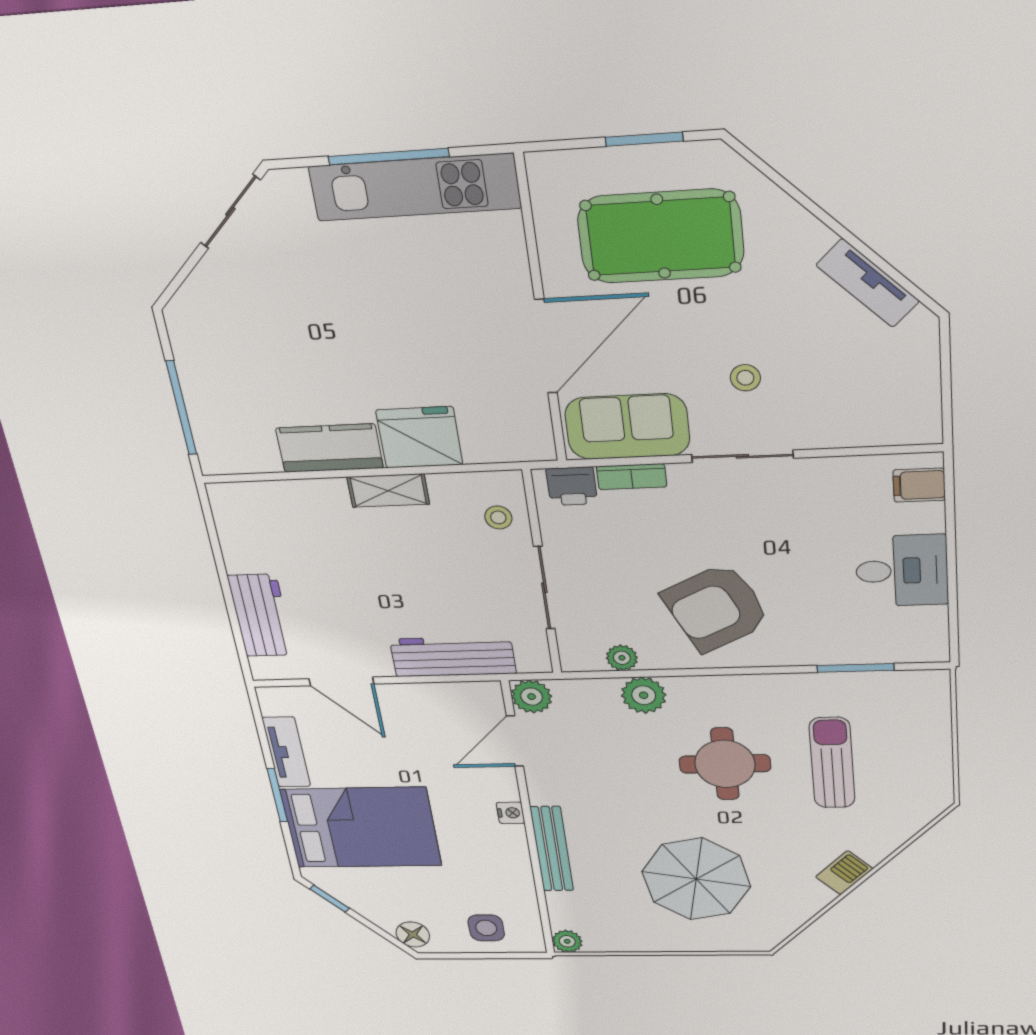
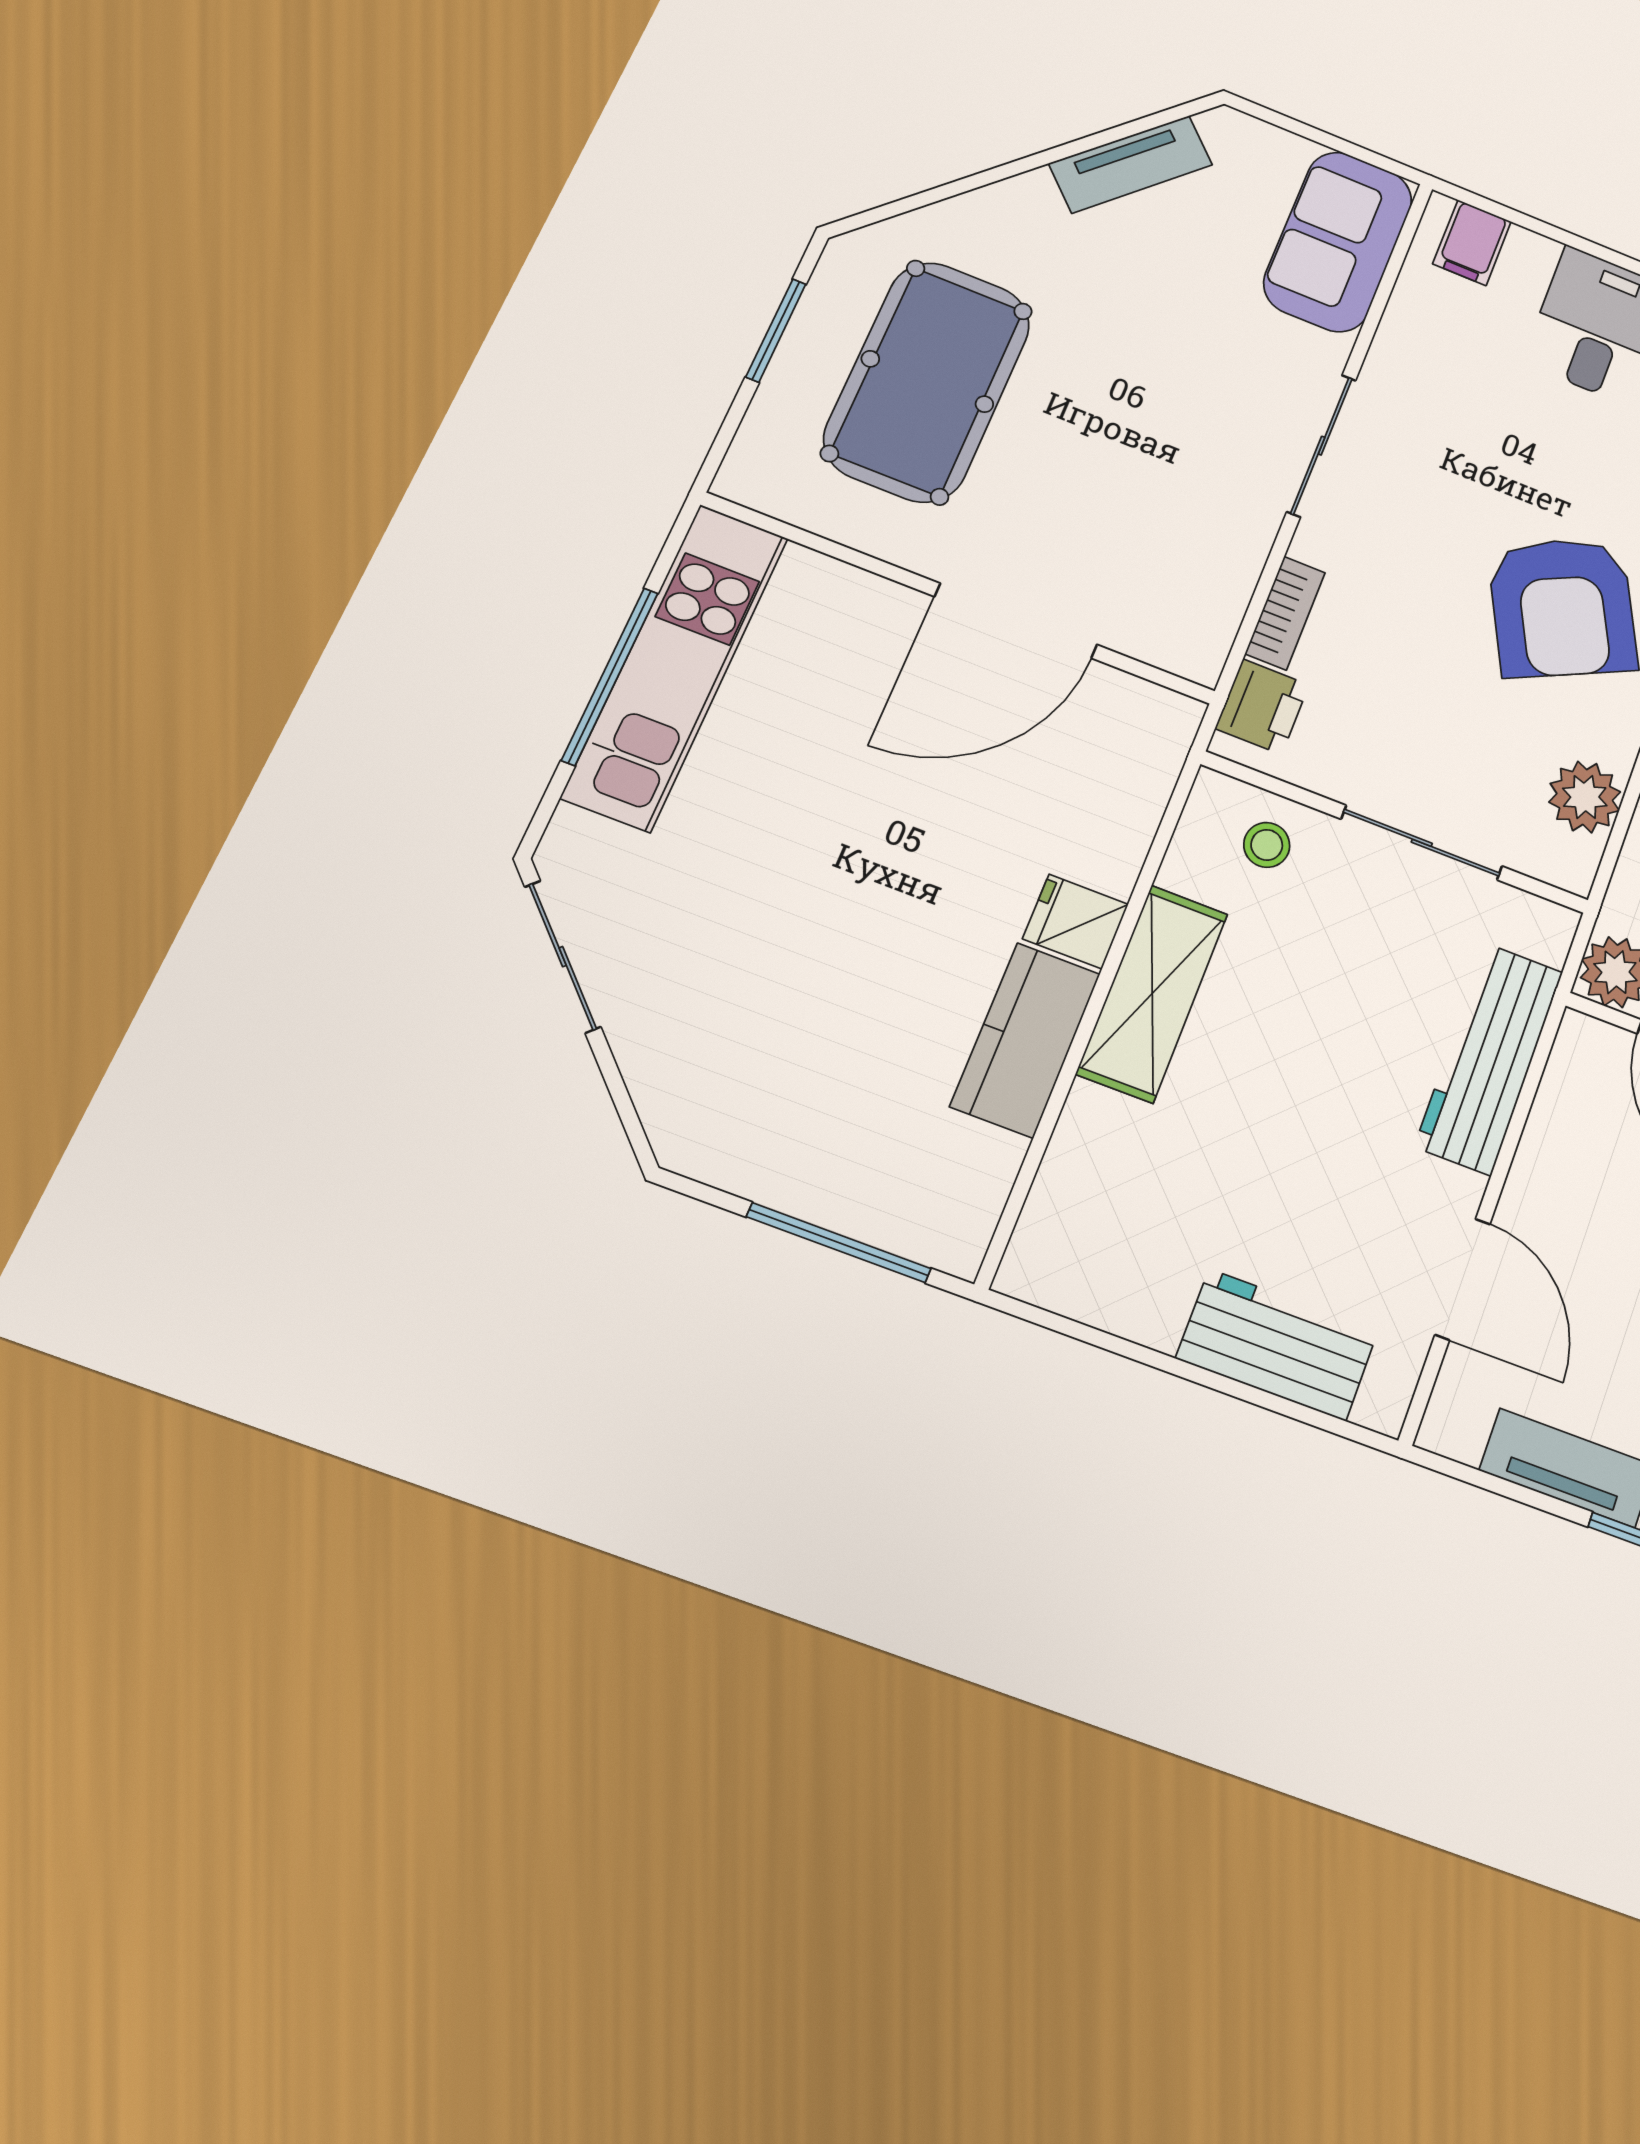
door: (546, 346) -> (1016, 621), swing flipped
stool: (745, 378) -> (1198, 381), removed
sofa: (627, 427) -> (1338, 242), moved
fridge: (419, 437) -> (1076, 922), width x0.53, depth x0.75
shelving: (388, 491) -> (1152, 993), width x1.50, depth x1.33
plant: (622, 658) -> (1585, 797), width x1.38, depth x1.38
door: (341, 681) -> (1463, 1279), hinge flipped

